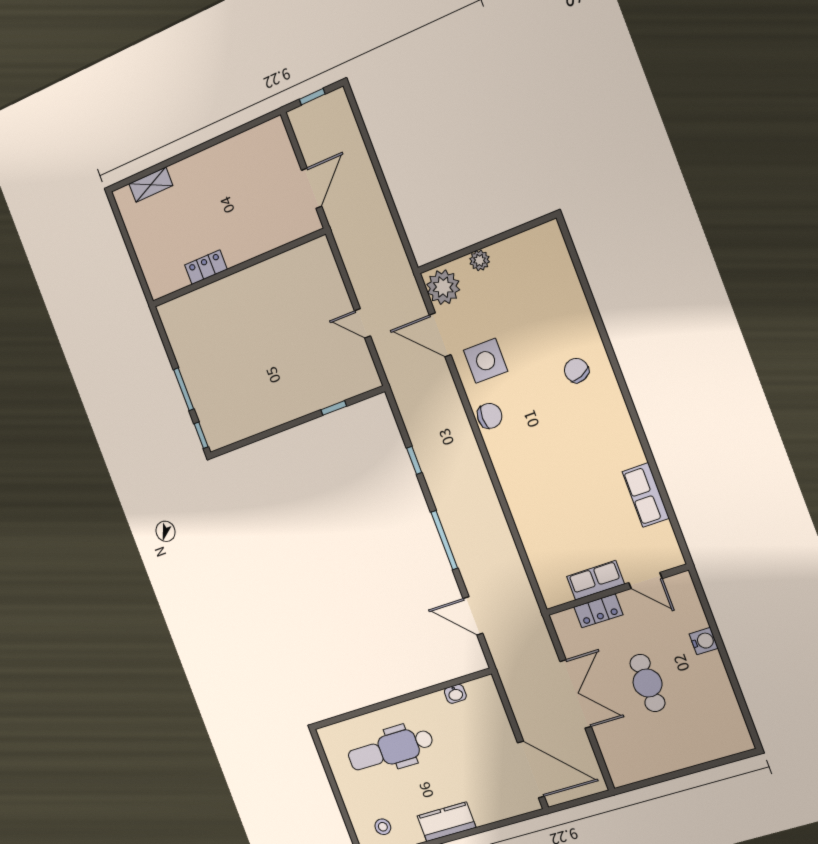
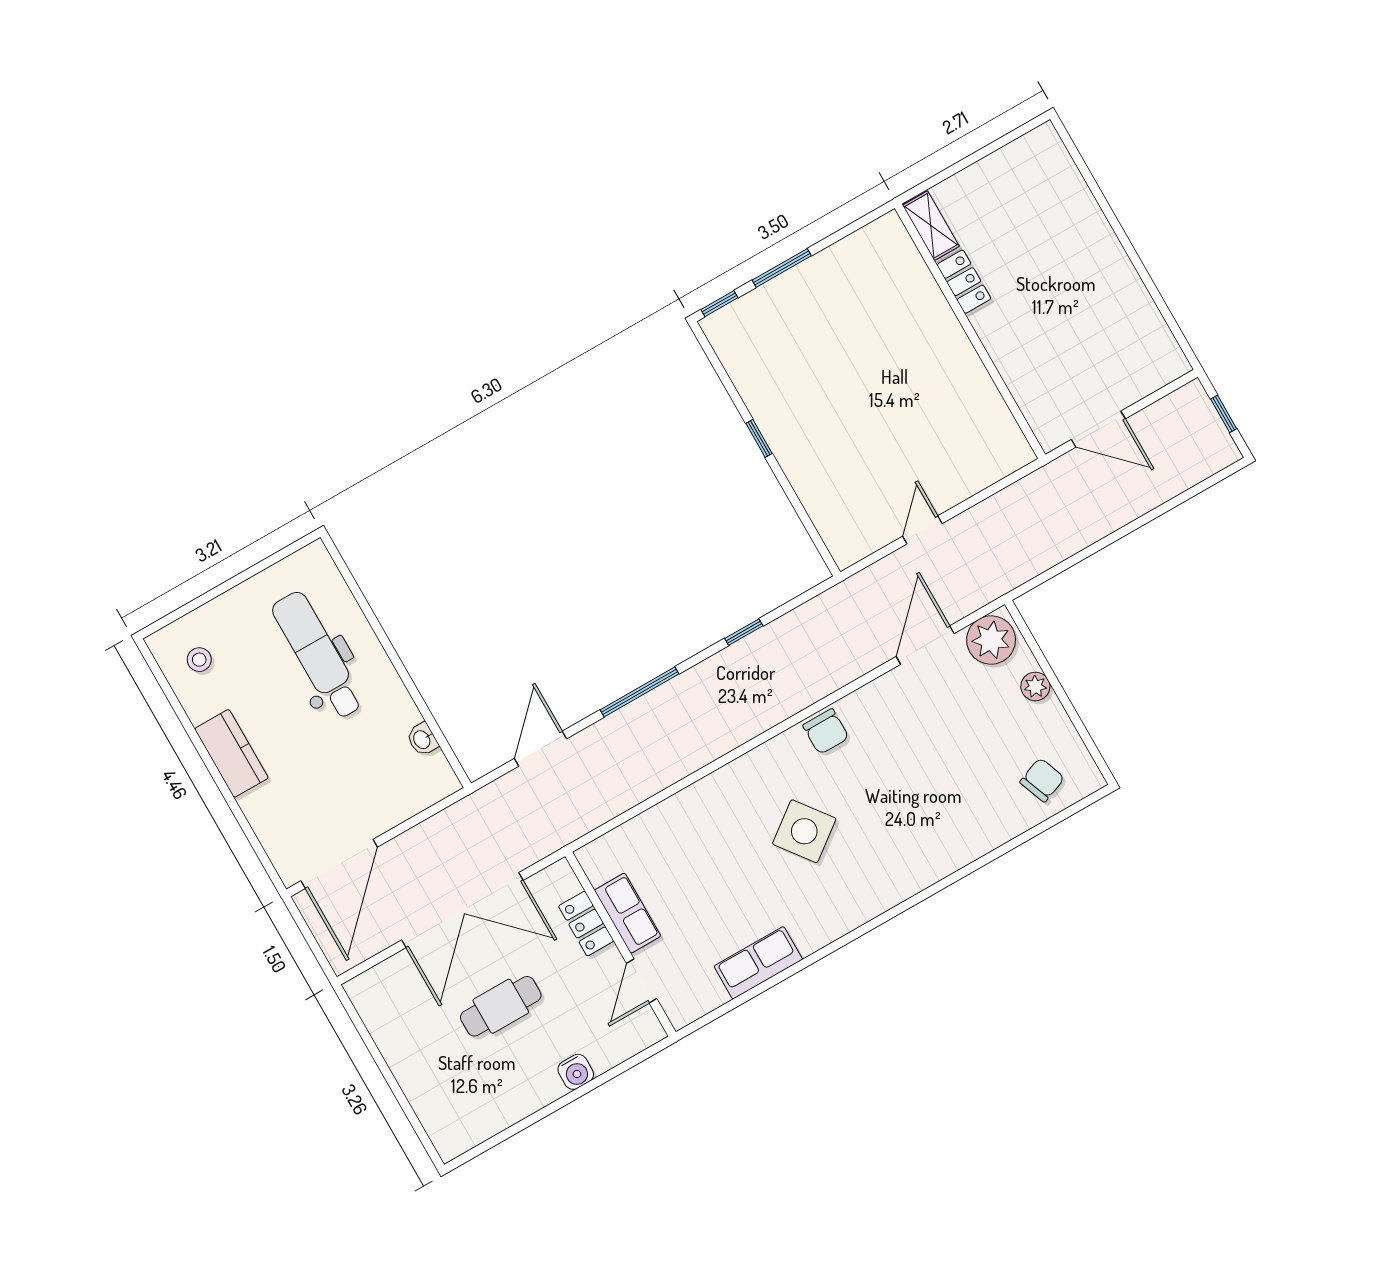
shelving: (151, 185) -> (931, 226), moved
side table: (486, 361) -> (804, 831), moved, turned -37
chair: (576, 370) -> (1042, 780), moved
window: (334, 408) -> (759, 438), moved
double door: (576, 694) -> (462, 910), width x1.36

